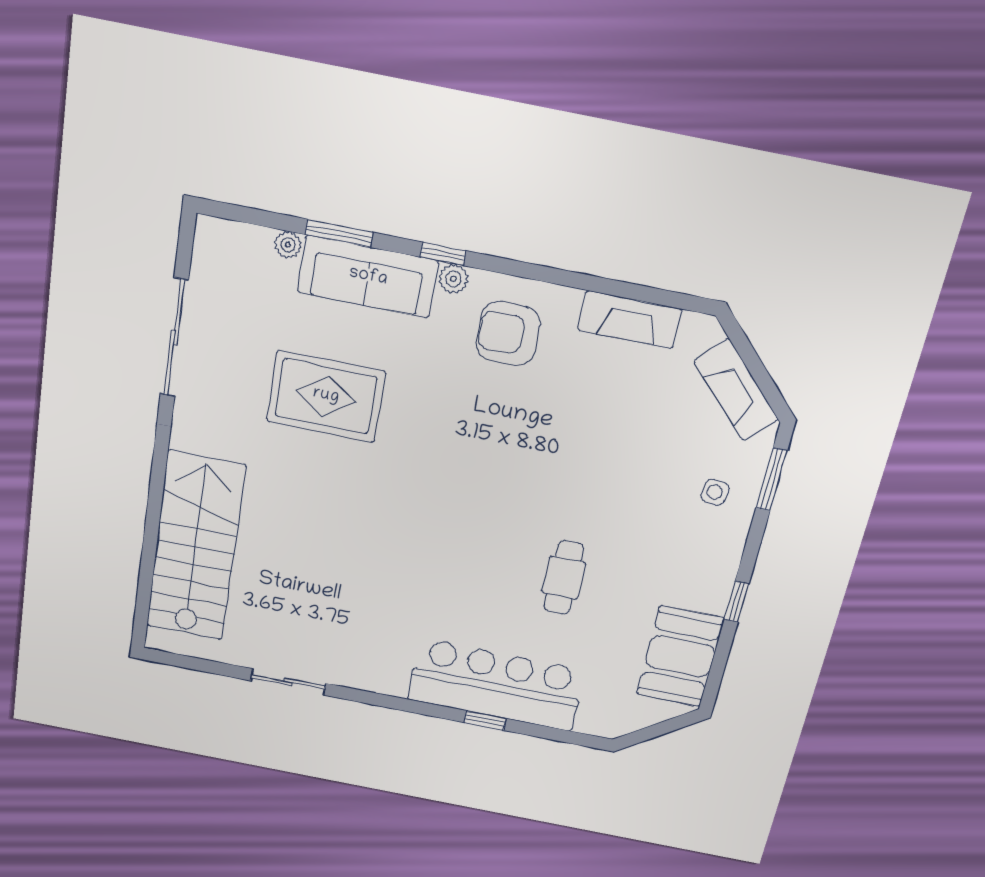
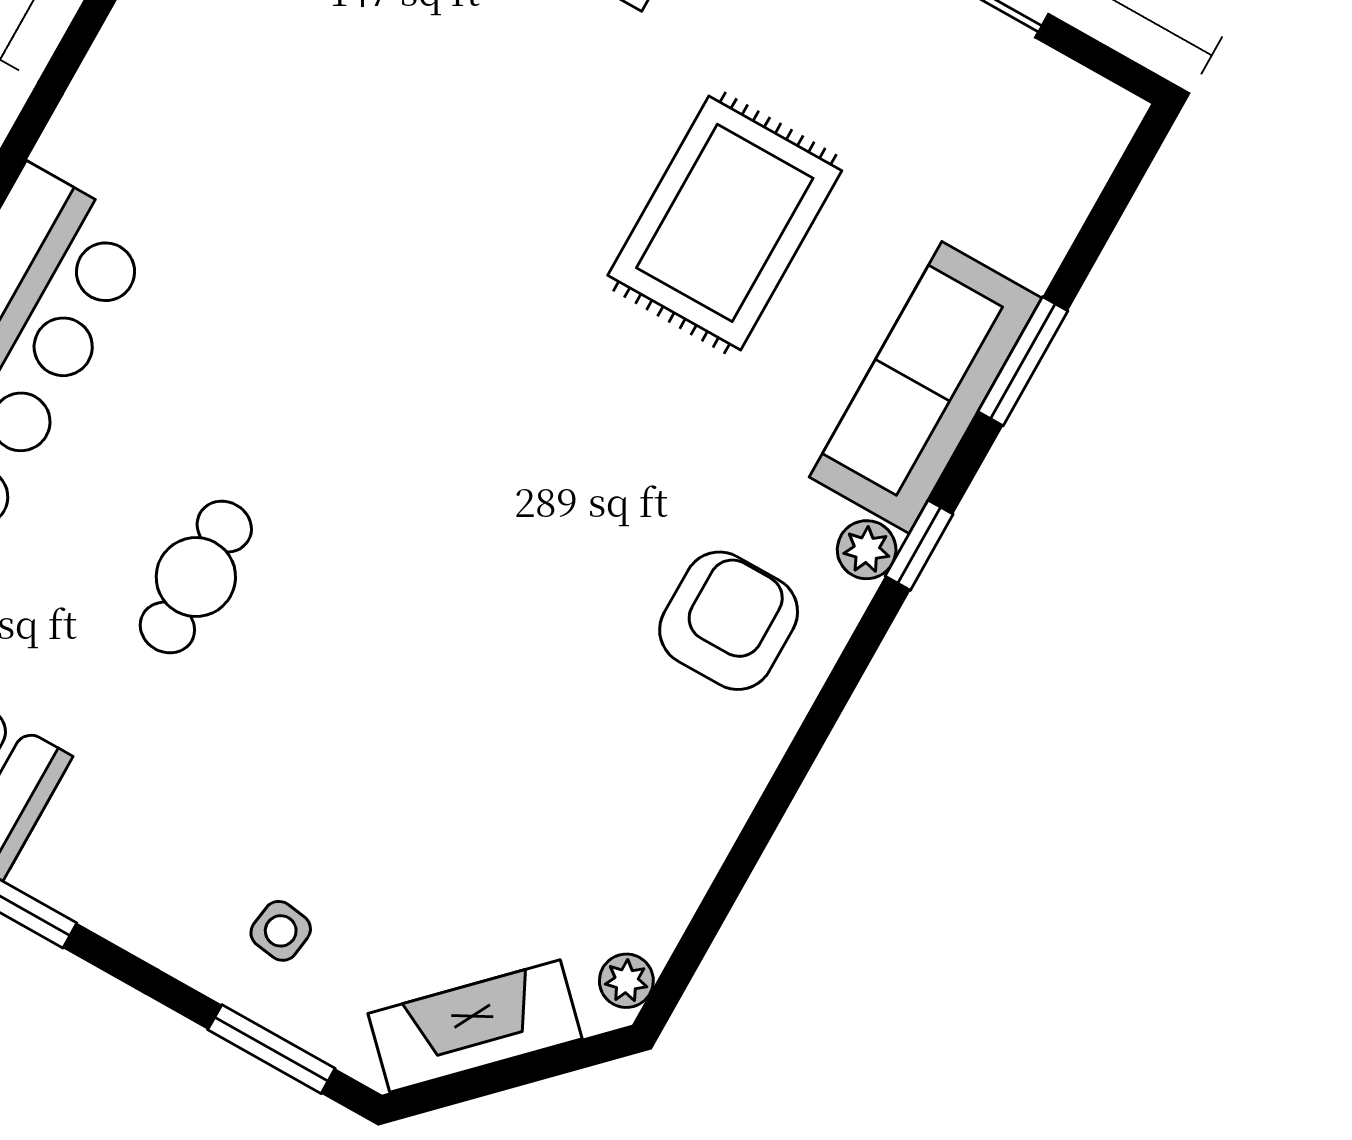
plant: (288, 245) -> (626, 981), moved
fireplace: (630, 320) -> (679, 860), removed
cafe table: (564, 578) -> (196, 577), turned 90

